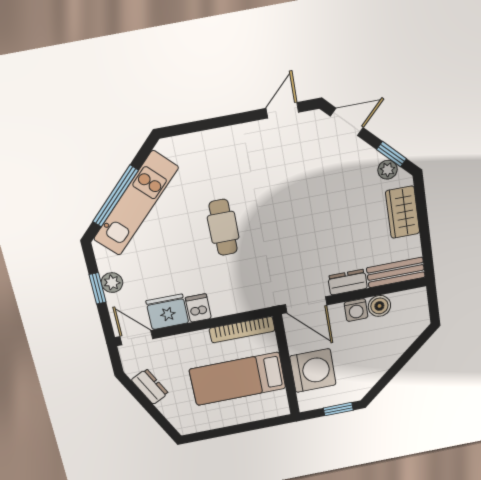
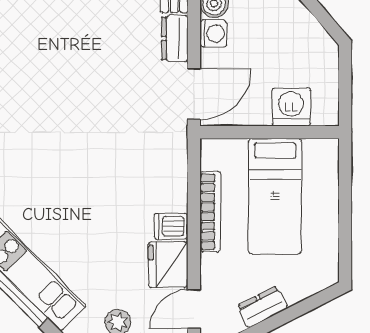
cafe table: (223, 227) -> (76, 177), removed
bookcase: (242, 330) -> (210, 212), moved
washing machine: (313, 371) -> (291, 107), width x0.73, depth x0.73
window: (338, 409) -> (345, 76), removed

